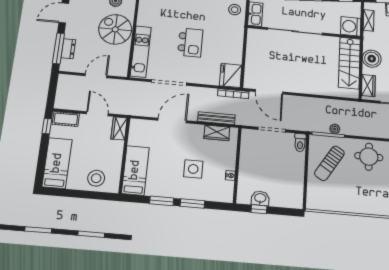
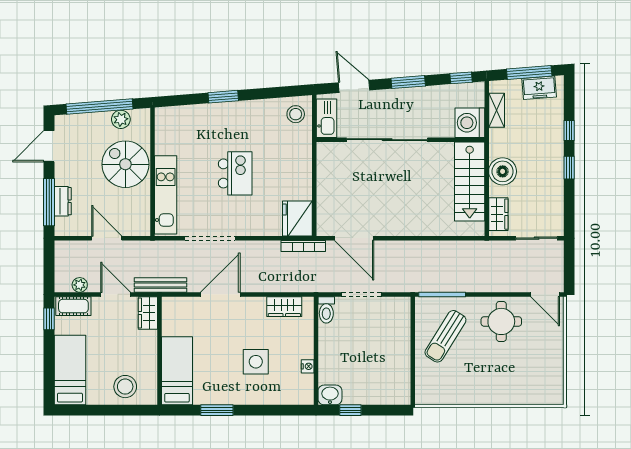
door: (96, 76) -> (107, 238), hinge flipped
bench: (216, 118) -> (160, 285), moved
plant: (335, 129) -> (80, 285), moved
toilet: (300, 143) -> (326, 310), moved
washbasin: (260, 198) -> (330, 395), moved
window: (192, 203) -> (259, 410), removed

